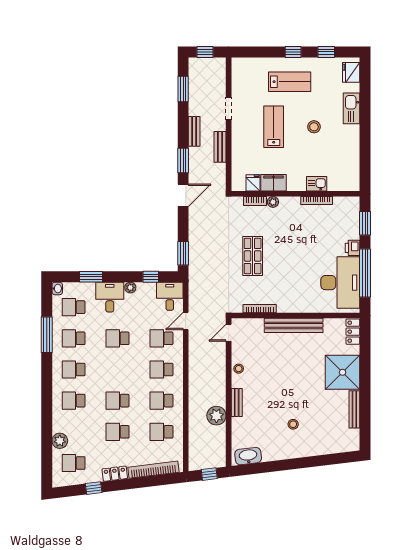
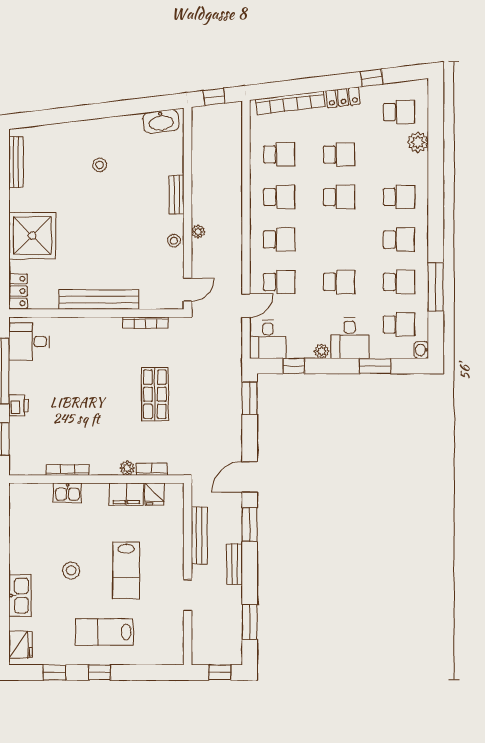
bench: (220, 147) -> (199, 535), width x1.36
desk: (340, 283) -> (29, 342), width x0.53, depth x0.77
bench: (354, 409) -> (16, 162), moved
plant: (216, 416) -> (198, 232), moved, width x0.53, depth x0.53

